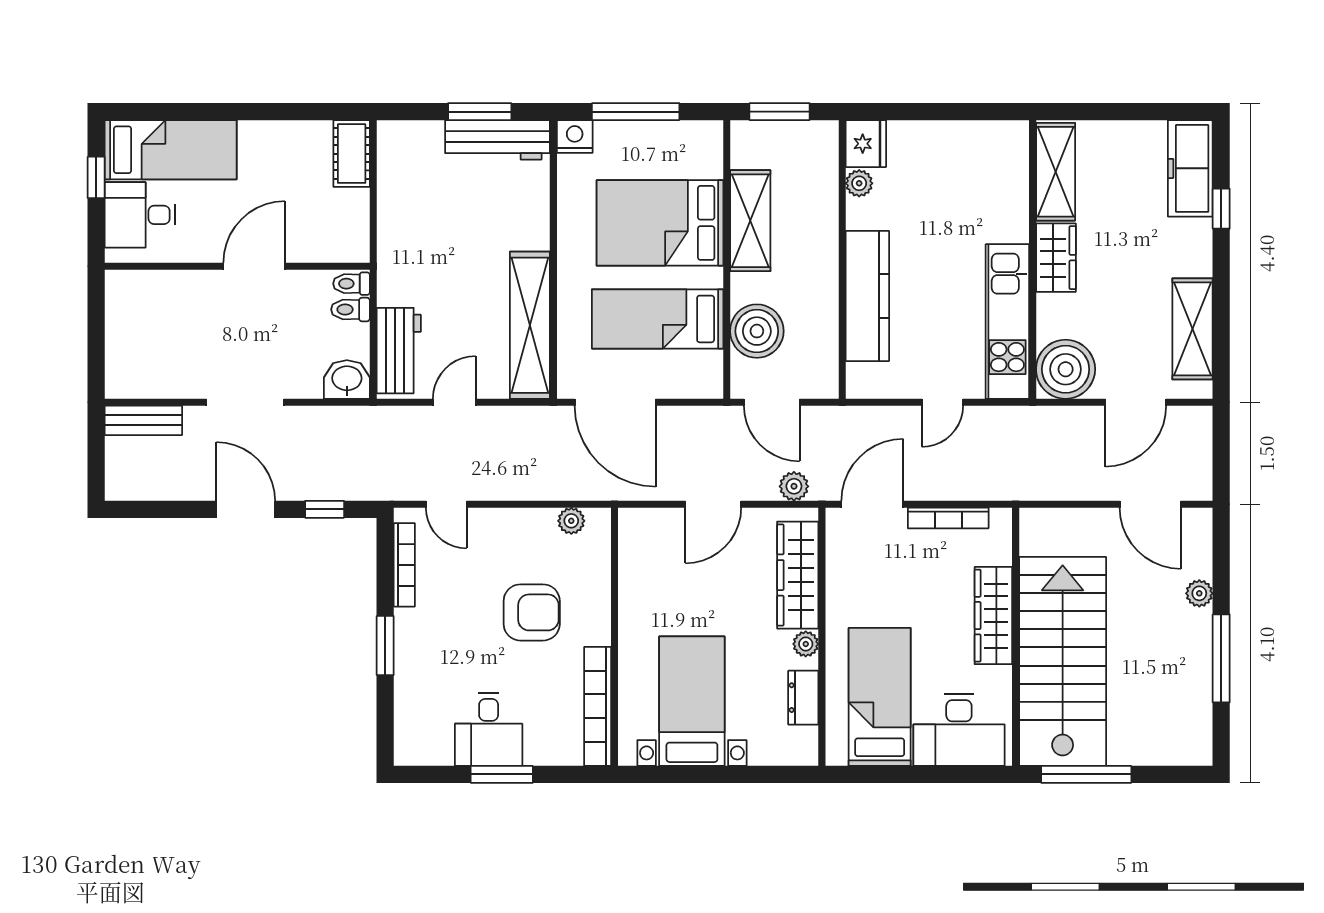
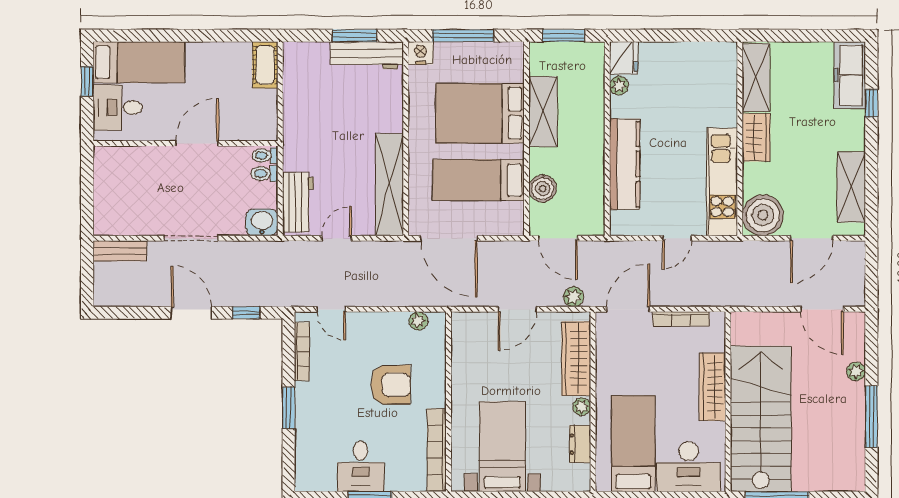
boiler: (757, 331) -> (543, 189), width x0.73, depth x0.73

